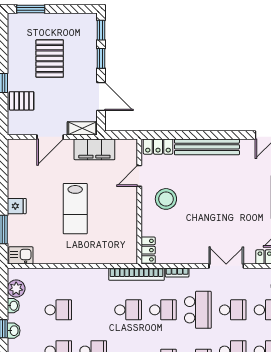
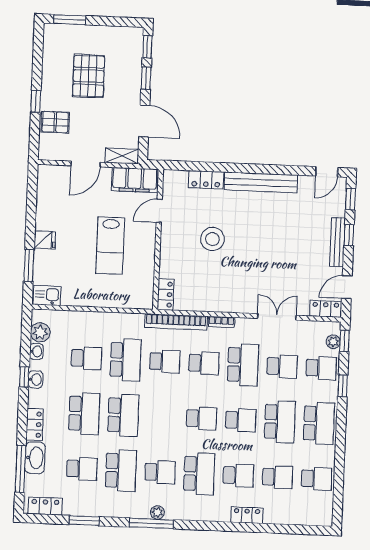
door: (139, 176) -> (159, 211), moved
wall: (139, 201) -> (158, 239), moved
locker: (148, 250) -> (166, 295), moved
school desk: (93, 310) -> (126, 360), added

